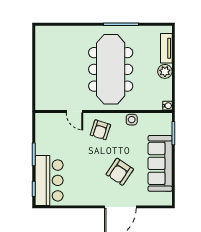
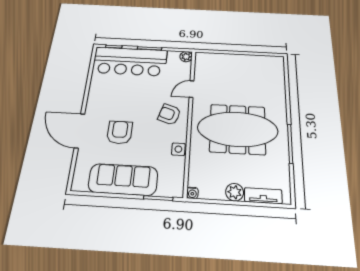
plant: (41, 119) -> (186, 57), added
armchair: (120, 172) -> (120, 132), turned 56
bar counter: (49, 180) -> (130, 61), width x1.36

